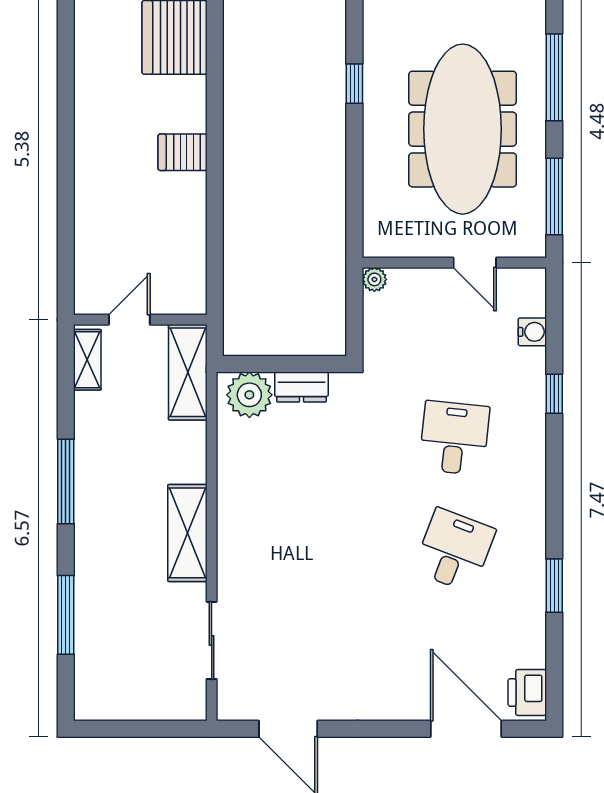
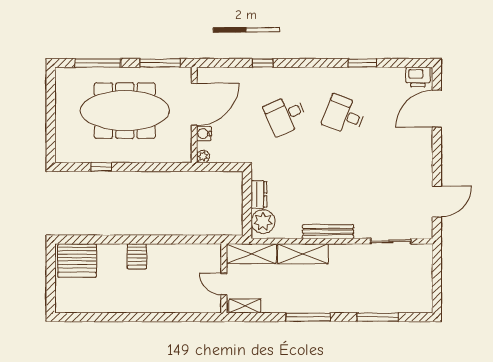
door: (475, 263) -> (194, 104), width x1.87
water cooler: (532, 332) -> (204, 134), moved, turned -90
desk: (454, 438) -> (286, 115), turned -30
bench: (230, 520) -> (328, 232), added
shelving: (187, 533) -> (303, 254), moved

